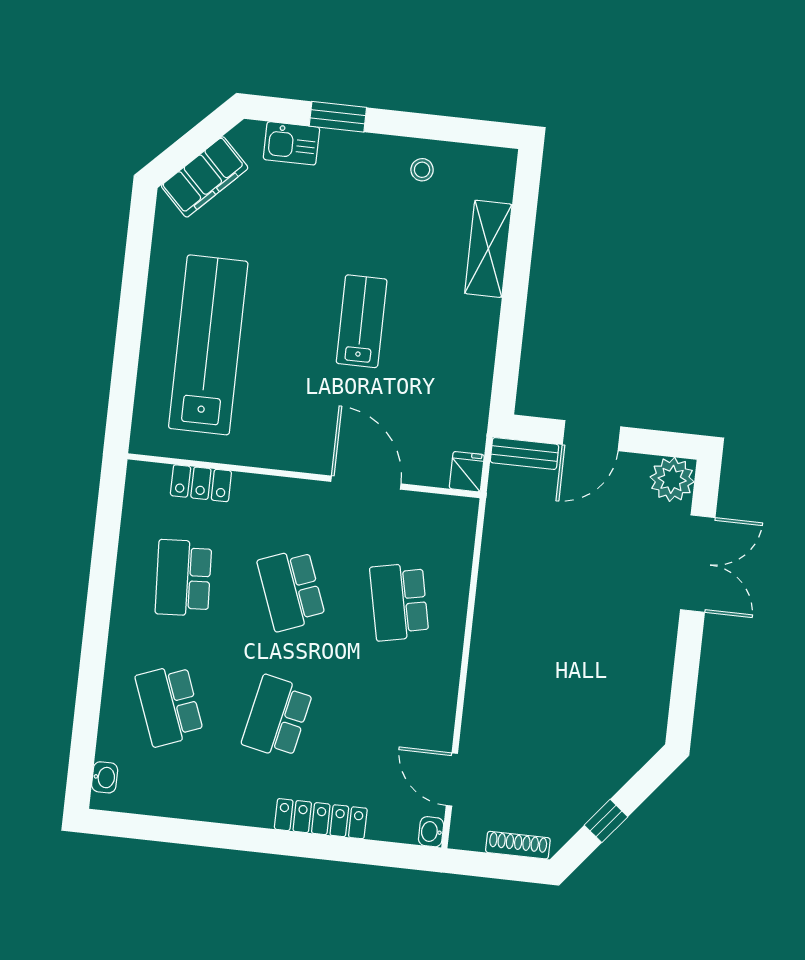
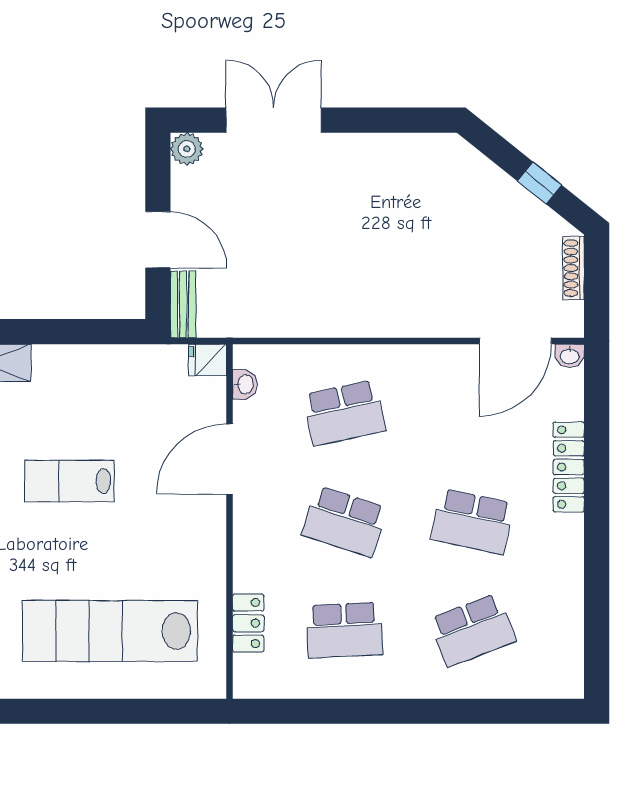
plant: (672, 479) -> (187, 149), width x0.73, depth x0.73
school desk: (291, 590) -> (344, 521), turned 39
washbasin: (105, 777) -> (245, 384), moved, turned 90
door: (452, 779) -> (515, 341), width x1.36

